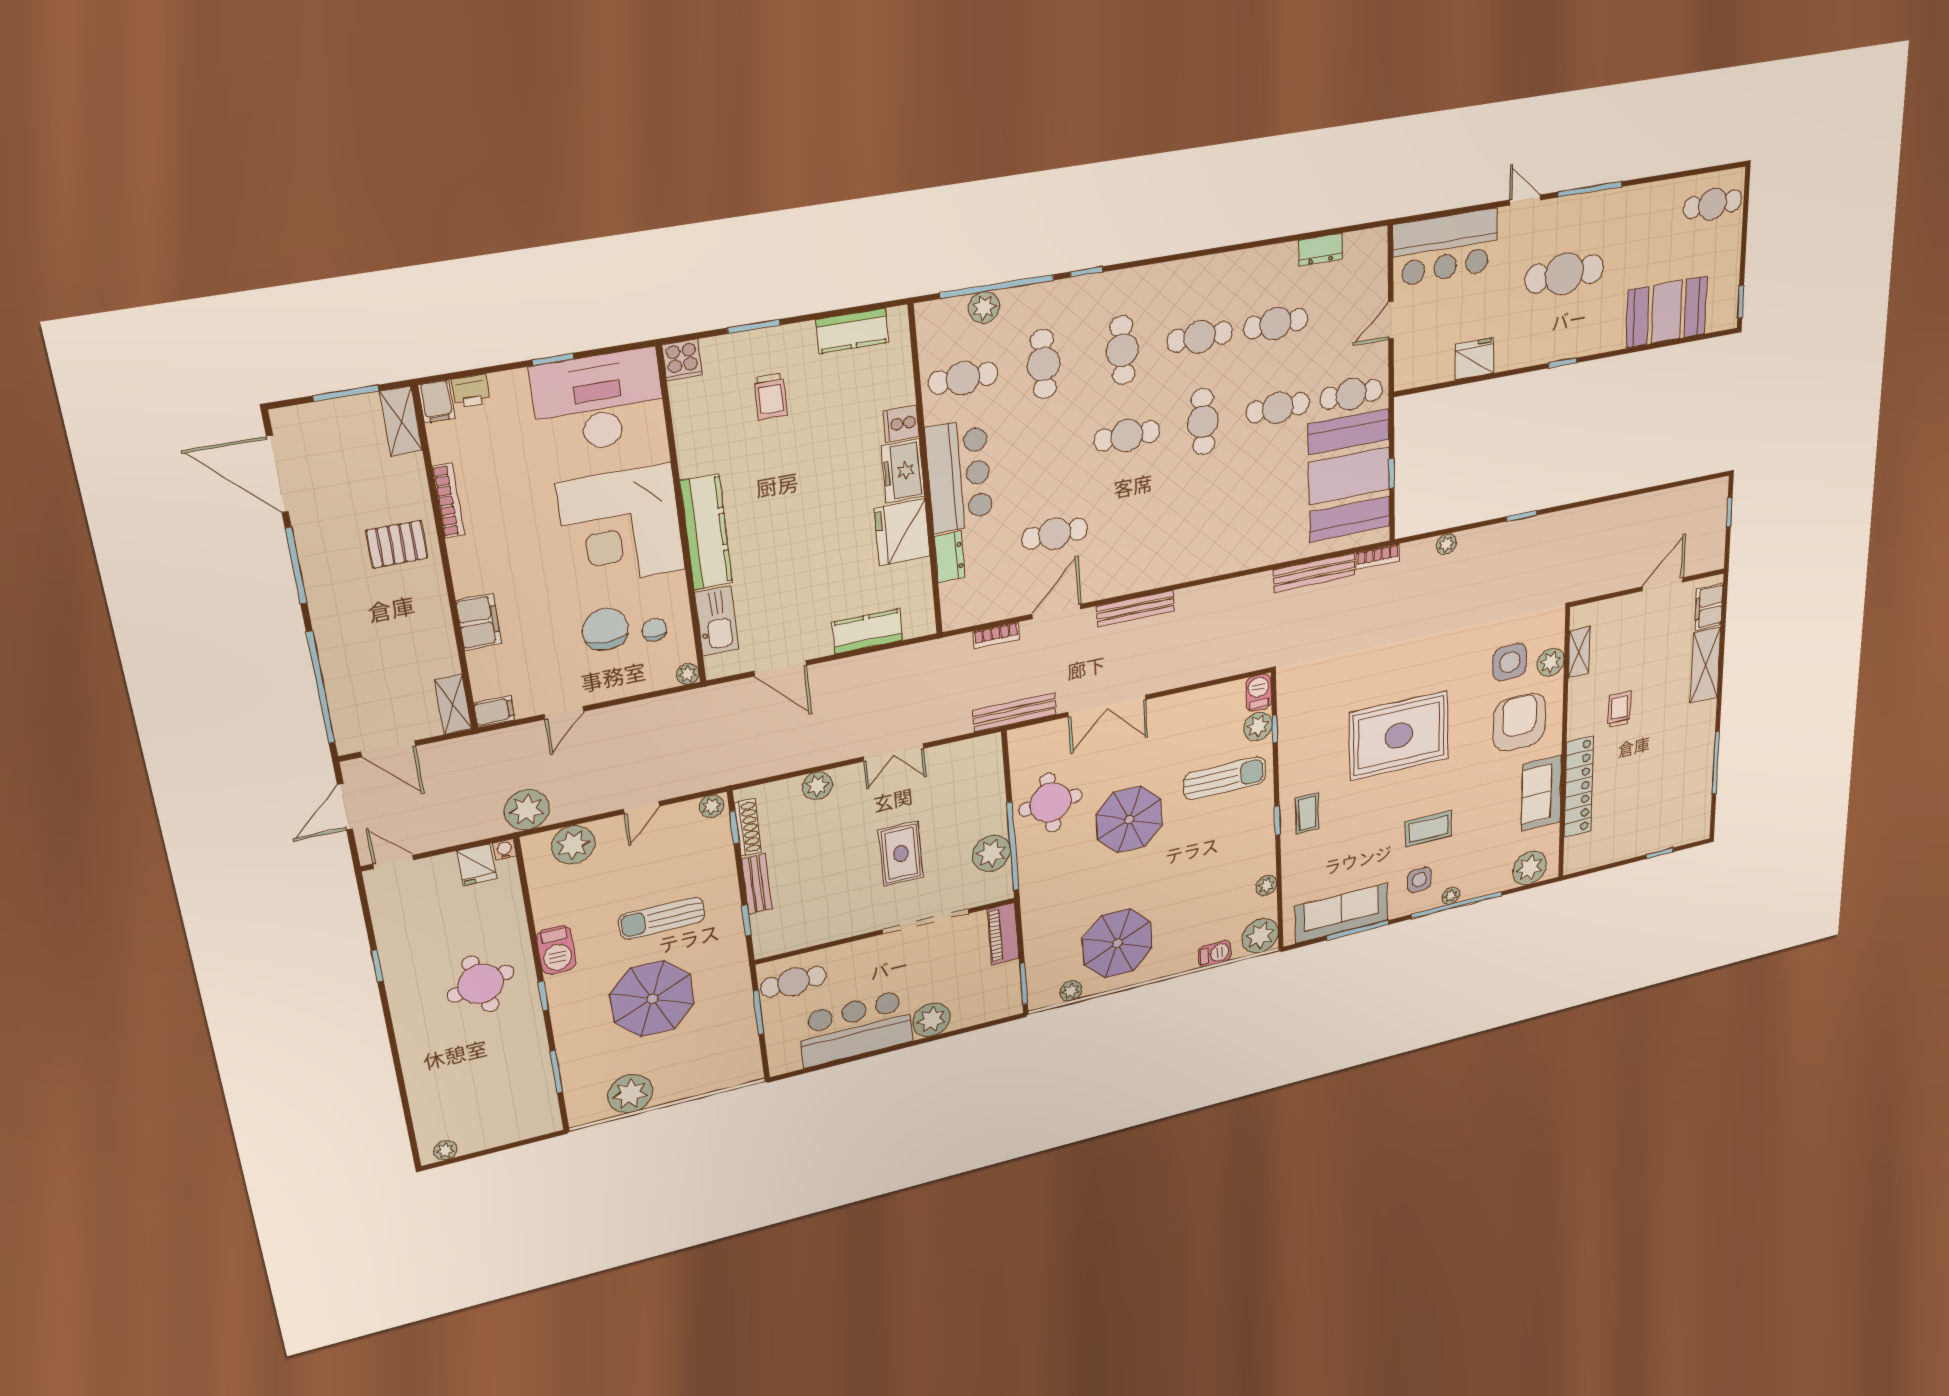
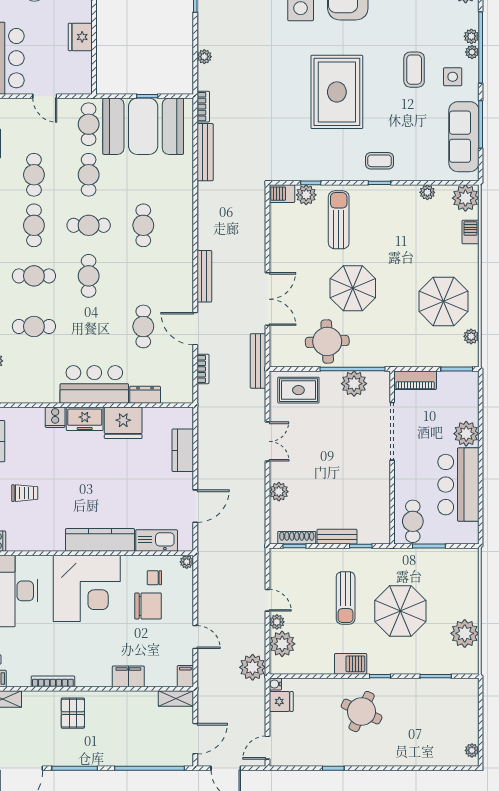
cafe table: (963, 378) -> (143, 225), moved
chair: (605, 629) -> (148, 606), turned 180
plant: (712, 806) -> (277, 622), moved
rug: (901, 854) -> (298, 390), moved
plant: (1471, 890) -> (471, 36), added
round table: (481, 984) -> (362, 712), turned 38

